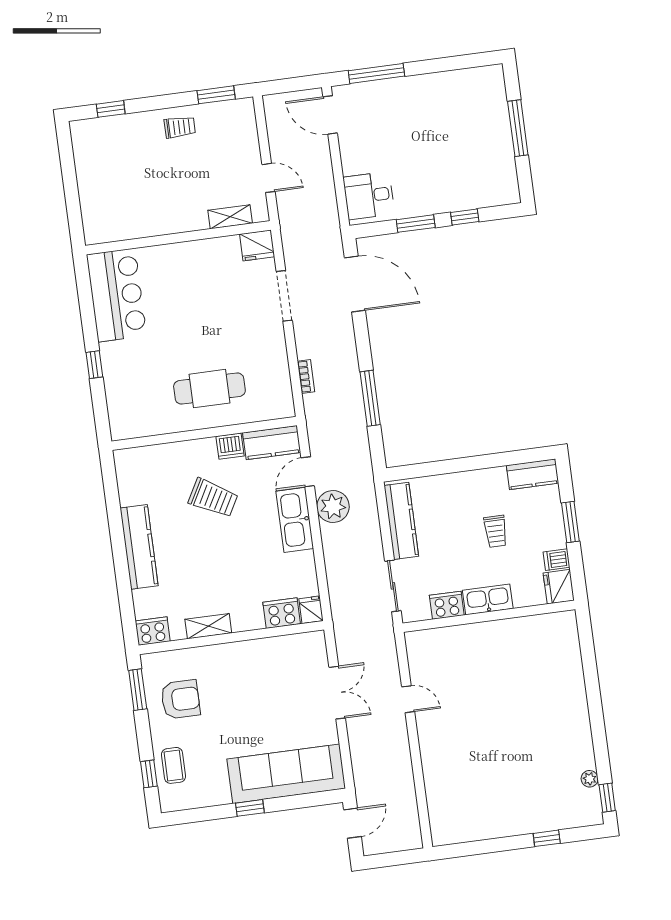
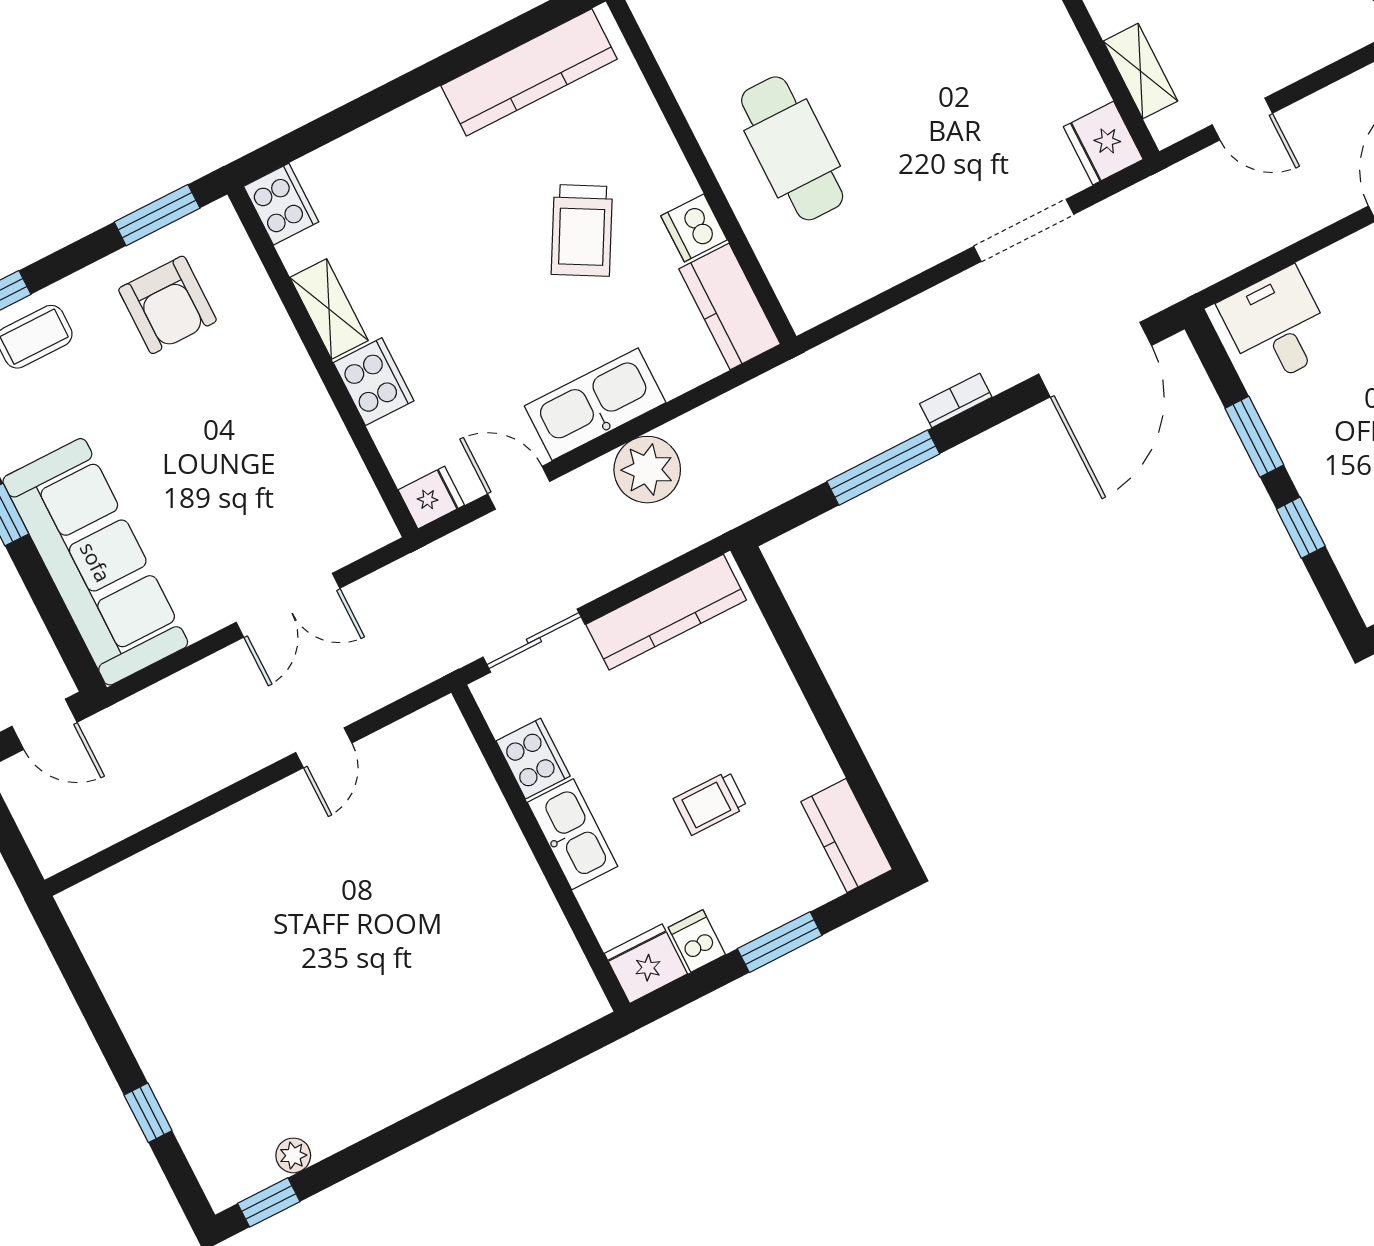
door: (268, 178) -> (1242, 119), hinge flipped
bookcase: (306, 376) -> (956, 400), moved, turned 180
door: (308, 472) -> (519, 488), moved
kitchen counter: (139, 547) -> (529, 72), moved
cooker: (282, 613) -> (374, 382), moved

